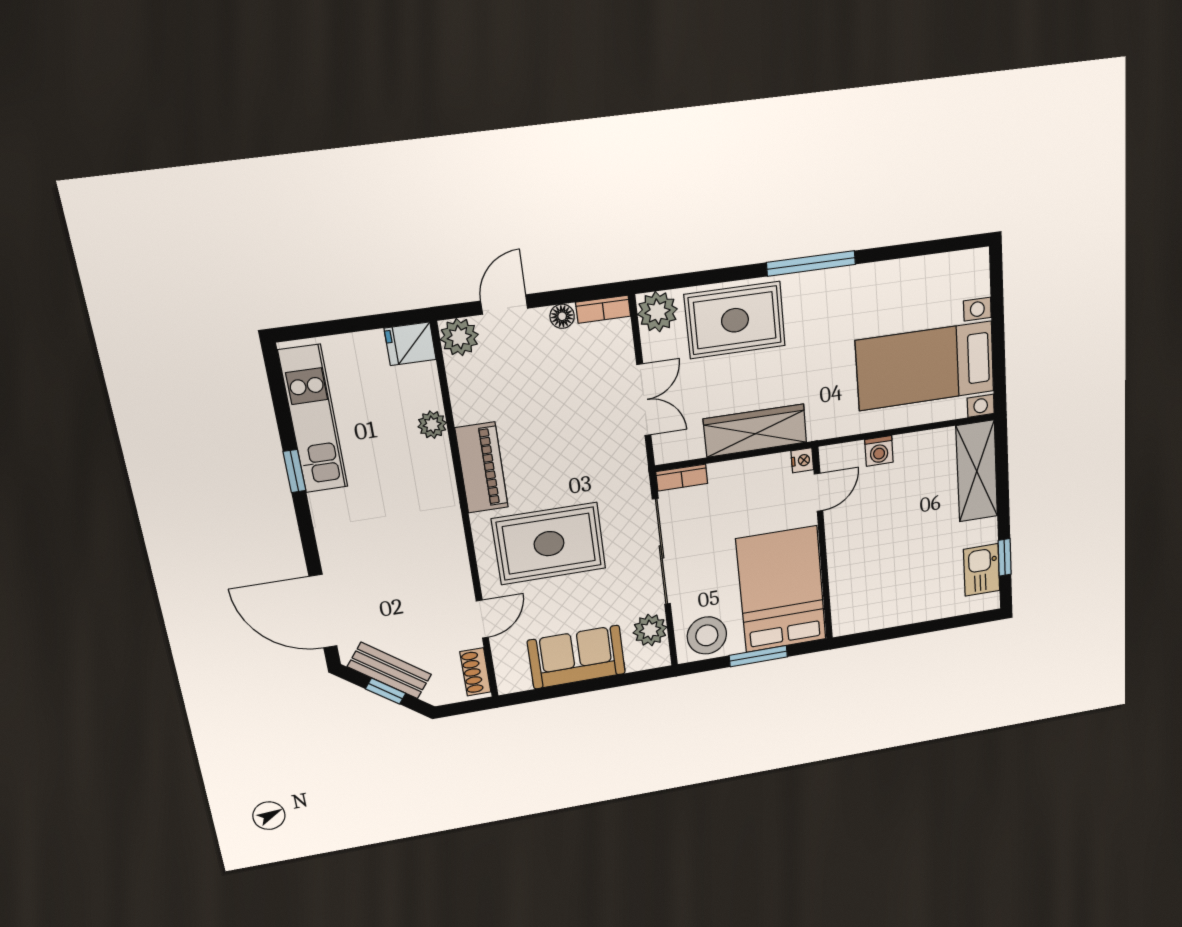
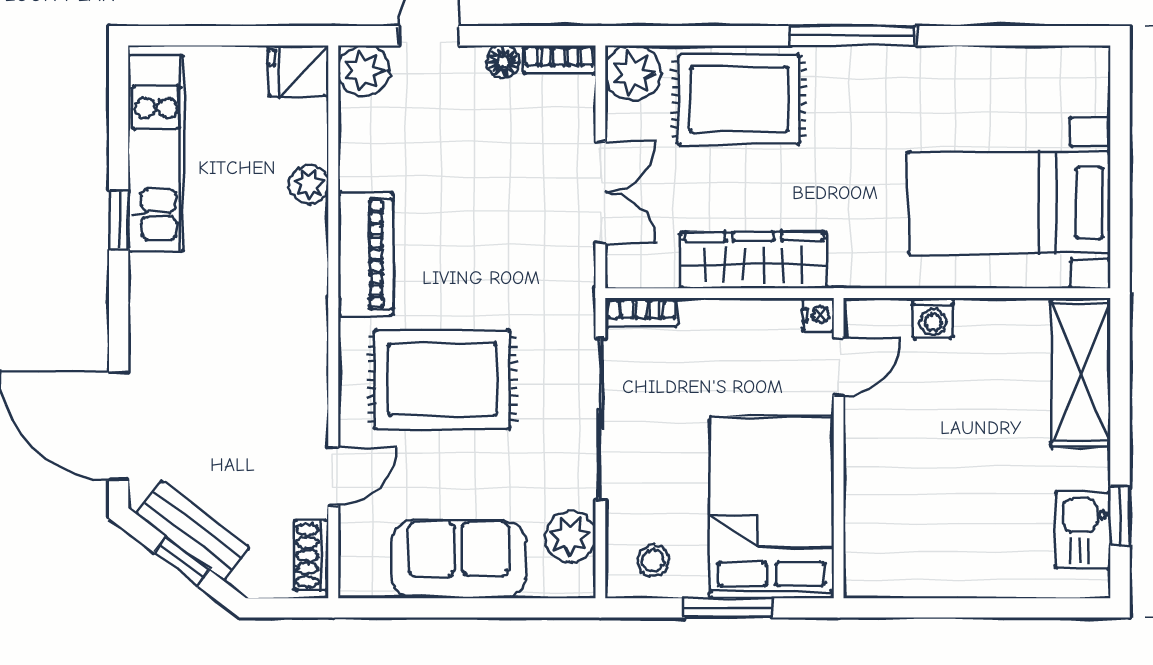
stool: (707, 635) -> (653, 560), width x0.53, depth x0.53

